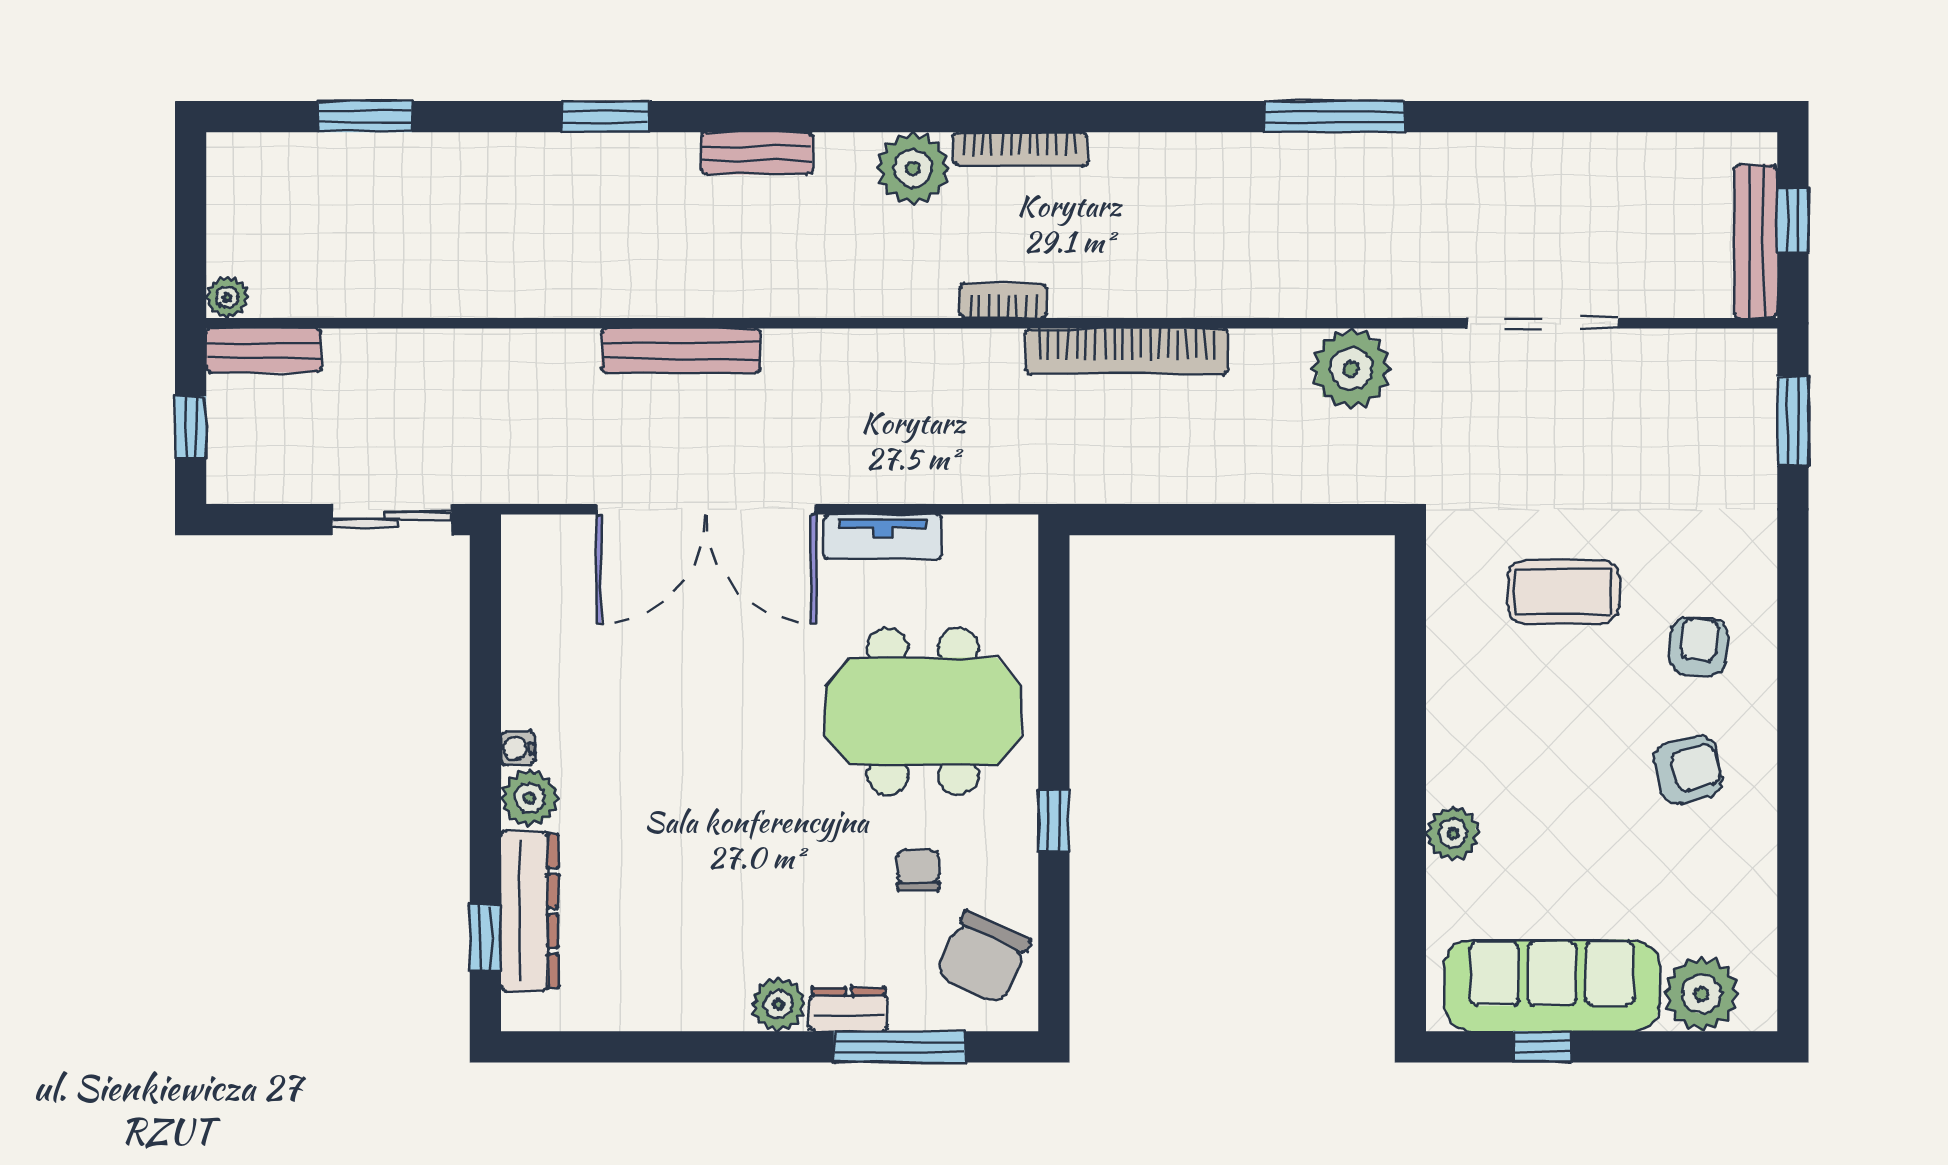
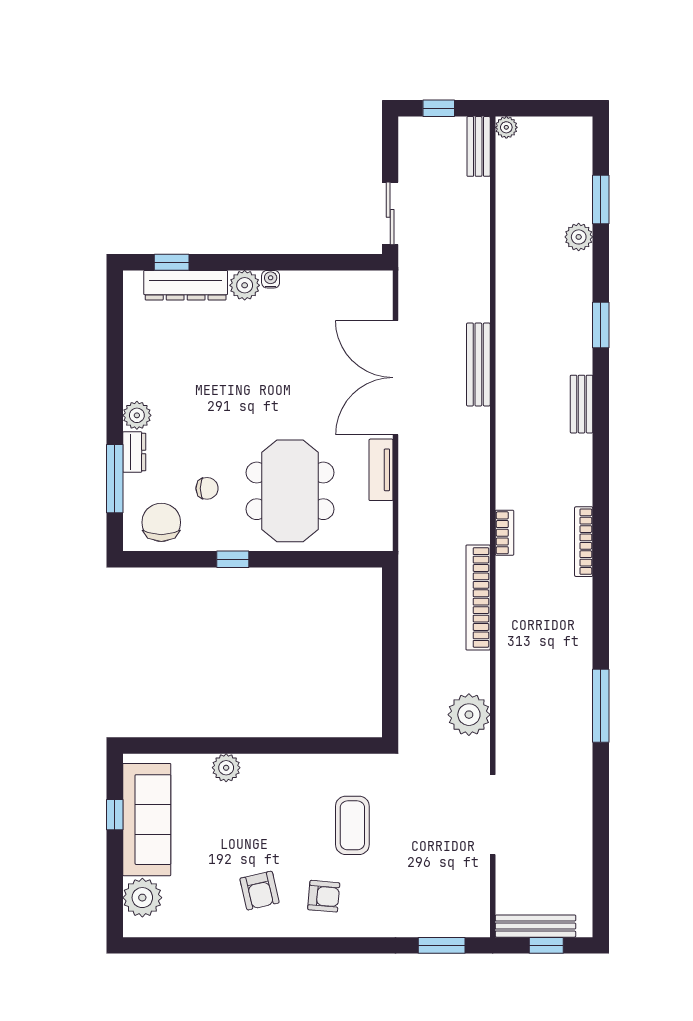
plant: (913, 168) -> (579, 237), moved, width x0.73, depth x0.73
chair: (983, 958) -> (161, 522), turned 65

